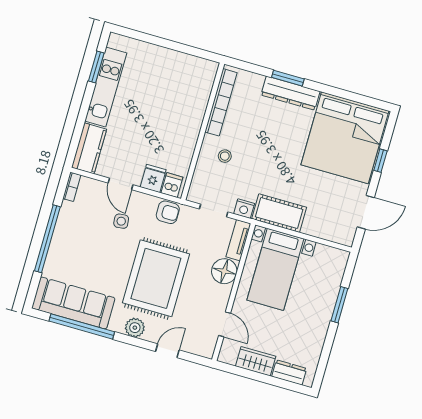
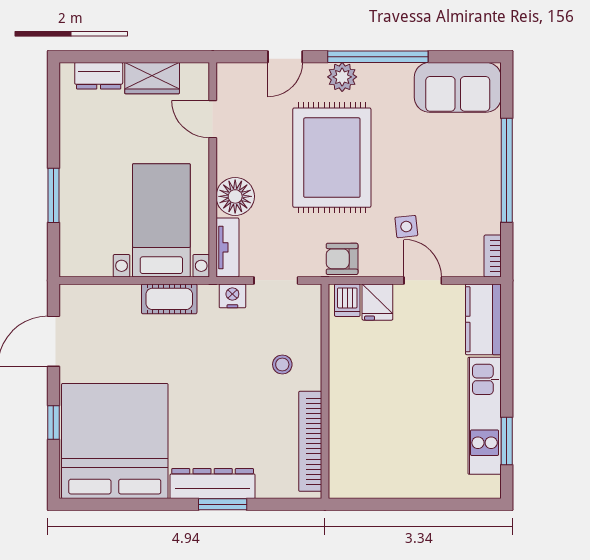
cot: (279, 213) -> (169, 299), width x0.73, depth x0.75
sofa: (73, 303) -> (458, 87), width x0.73
window: (82, 326) -> (378, 57), moved

